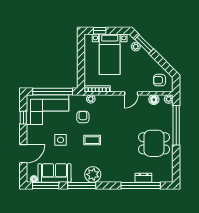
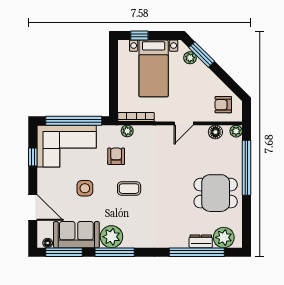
door: (23, 154) -> (33, 208), hinge flipped
plant: (93, 174) -> (111, 237), moved
plant: (160, 175) -> (224, 237), added

